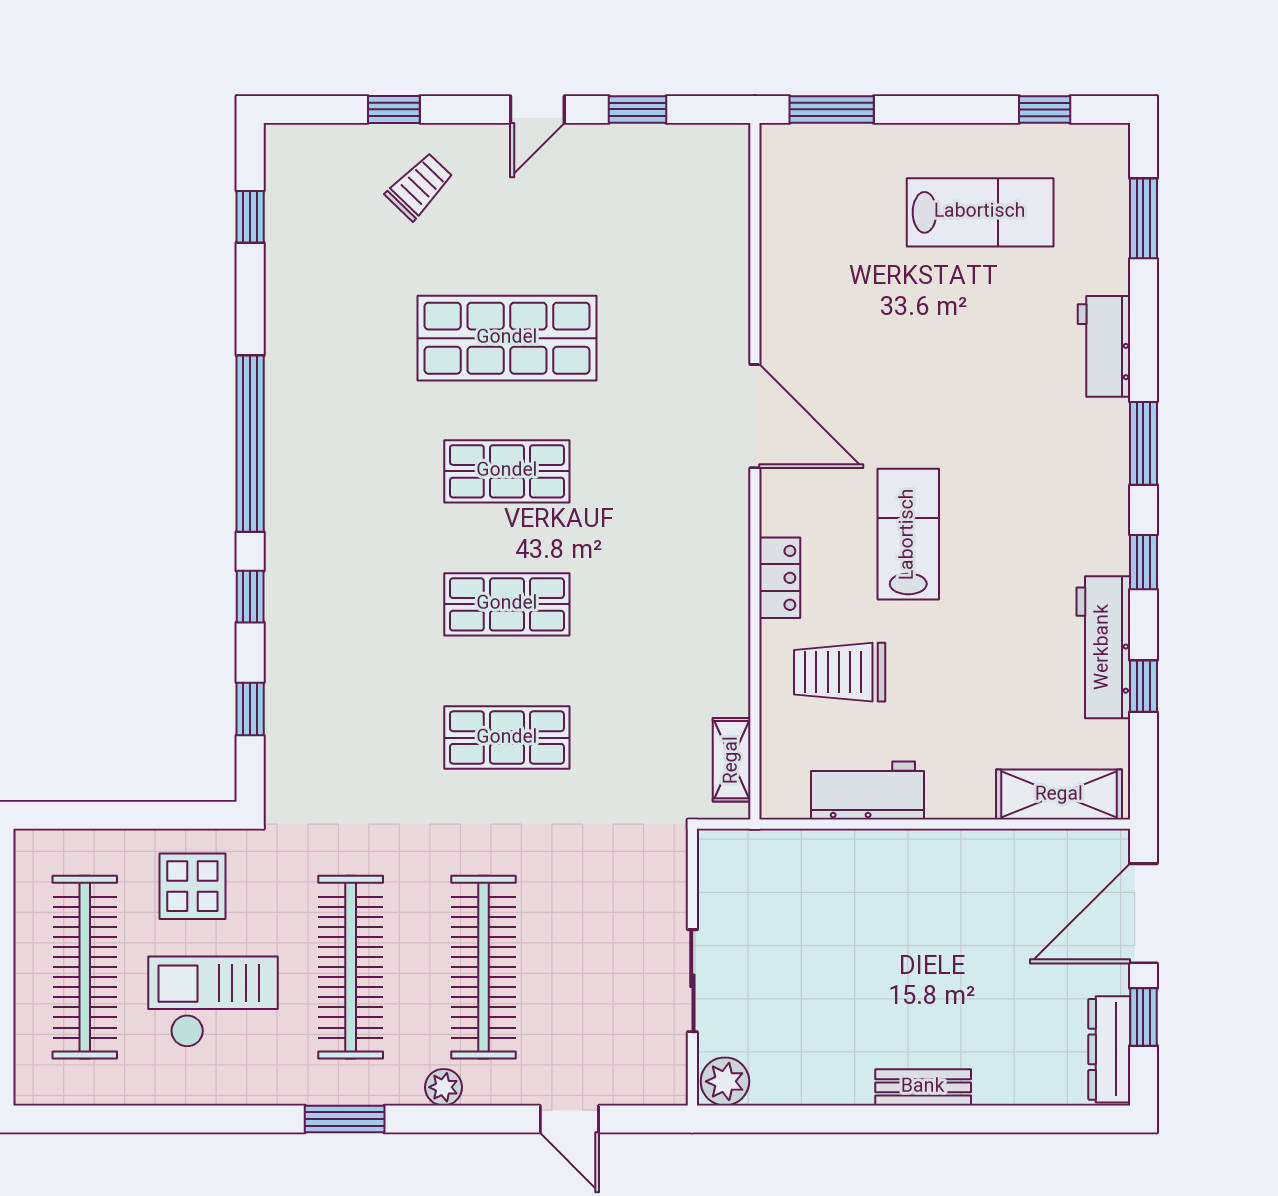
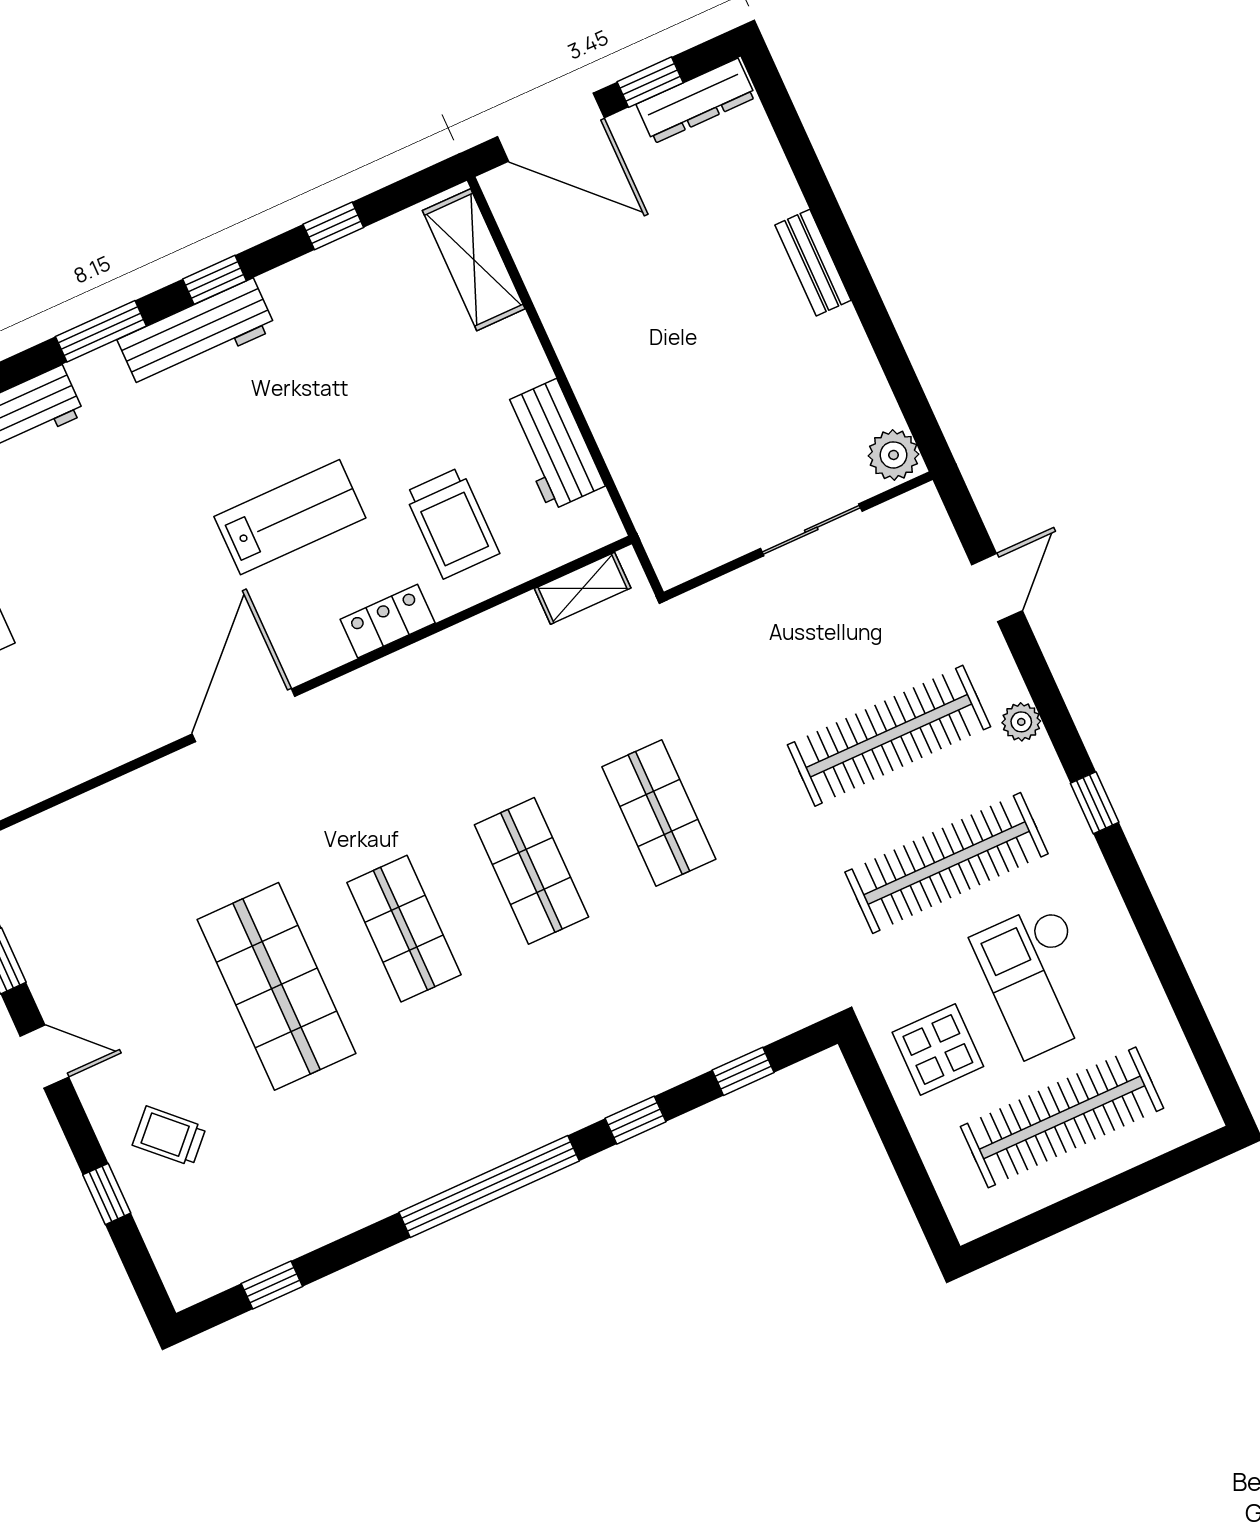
lab bench: (908, 534) -> (290, 517), turned 180
workbench: (1103, 647) -> (197, 334), moved
window: (345, 1119) -> (1095, 803), width x0.67

